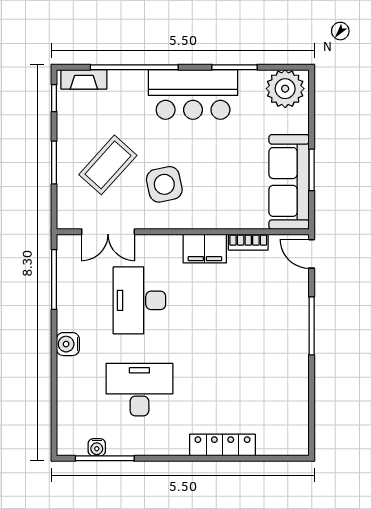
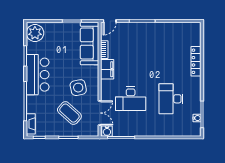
sofa: (289, 182) -> (89, 44), moved, turned 90
water cooler: (68, 344) -> (107, 131), moved

